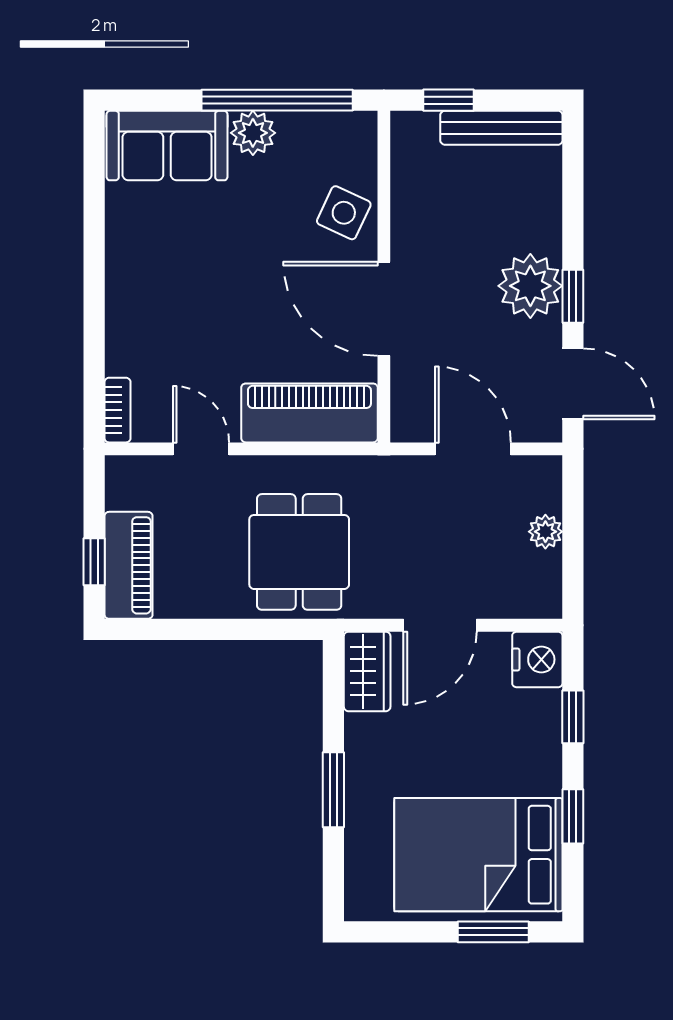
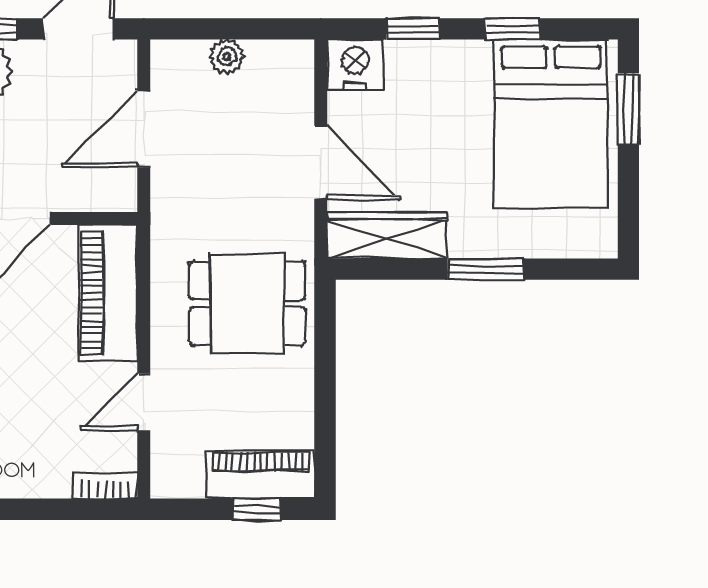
wardrobe: (367, 671) -> (387, 235), width x1.50

